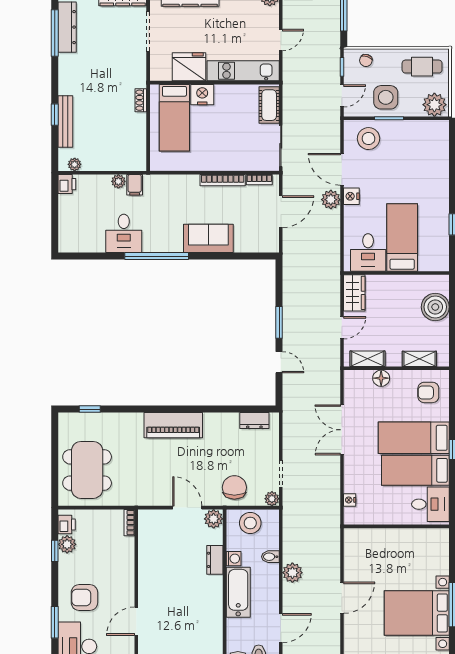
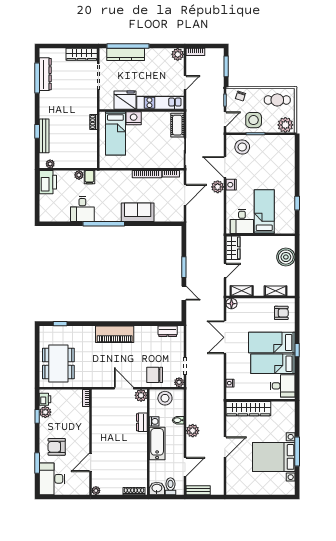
printer: (67, 184) -> (48, 182), width x1.87, depth x1.48
floor lamp: (381, 378) -> (231, 304), moved
armchair: (428, 392) -> (281, 313), turned 180
chair: (234, 487) -> (155, 375), turned -90
wardrobe: (378, 539) -> (248, 409), added

